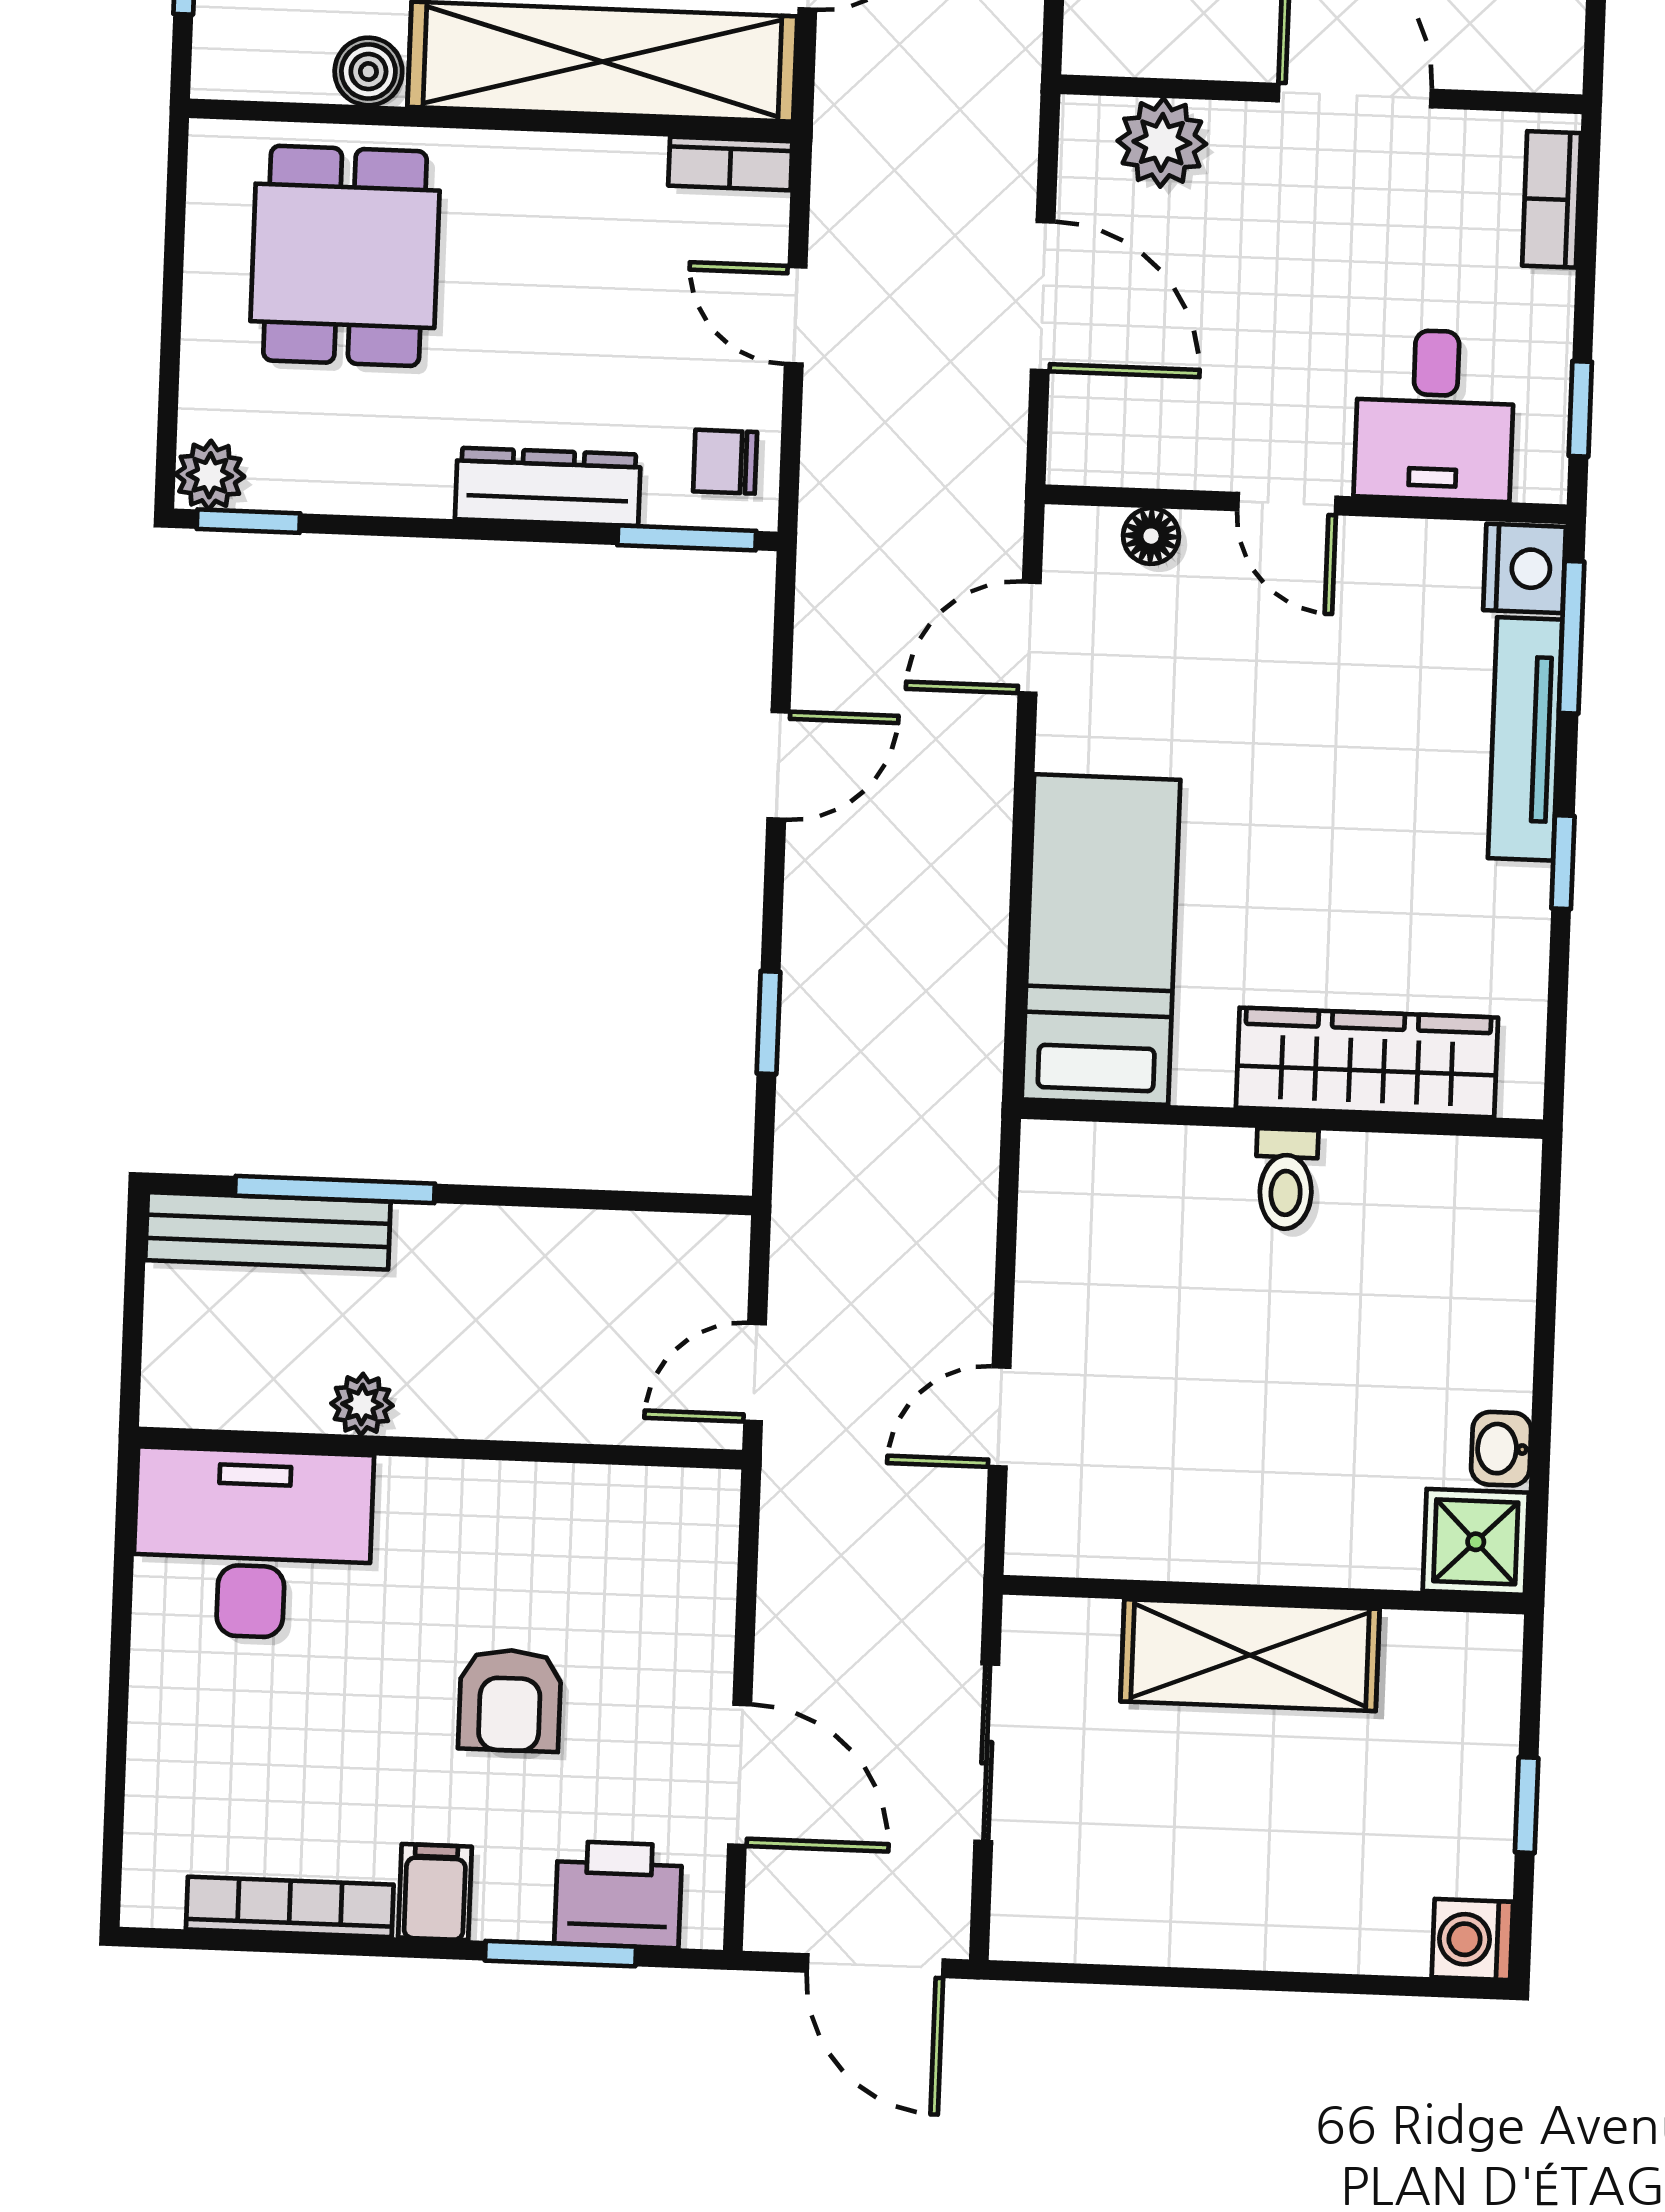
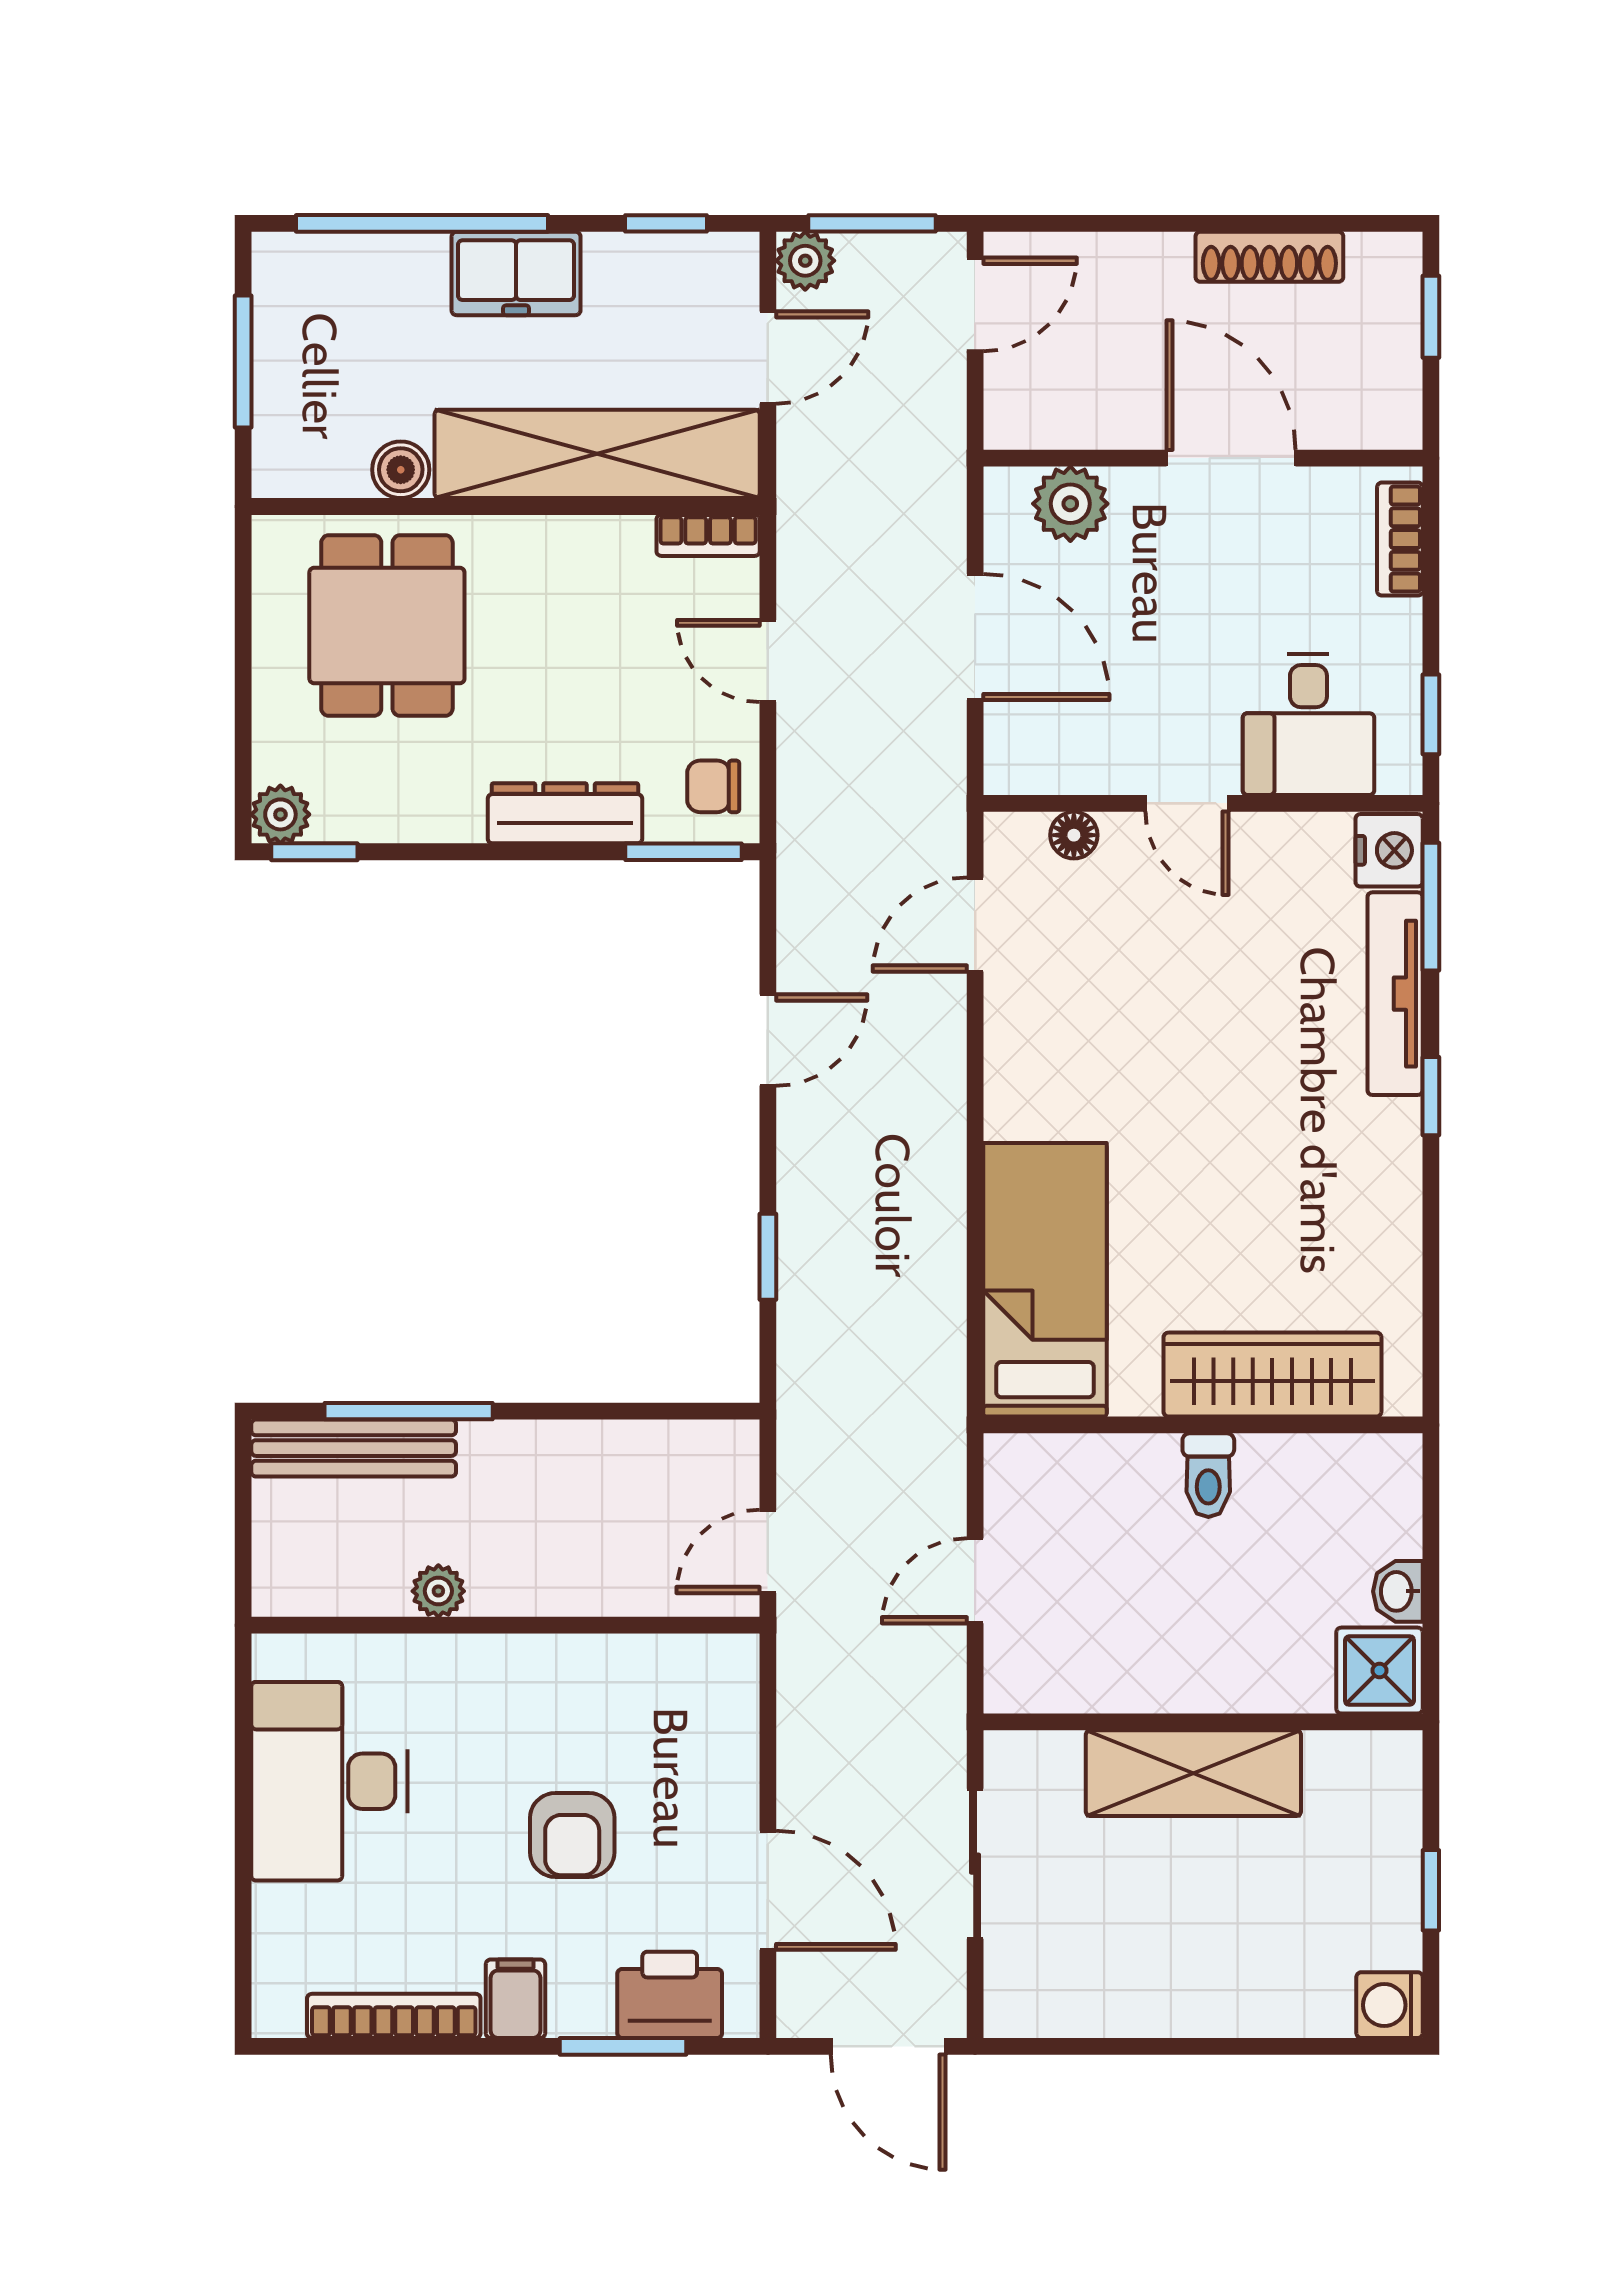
bed: (1101, 940) -> (1045, 1280), moved
wardrobe: (1367, 1063) -> (1272, 1375), moved
wall: (1282, 1119) -> (1203, 1425), moved
toilet: (1286, 1179) -> (1208, 1475), moved
desk: (253, 1544) -> (330, 1781), moved, turned -90

